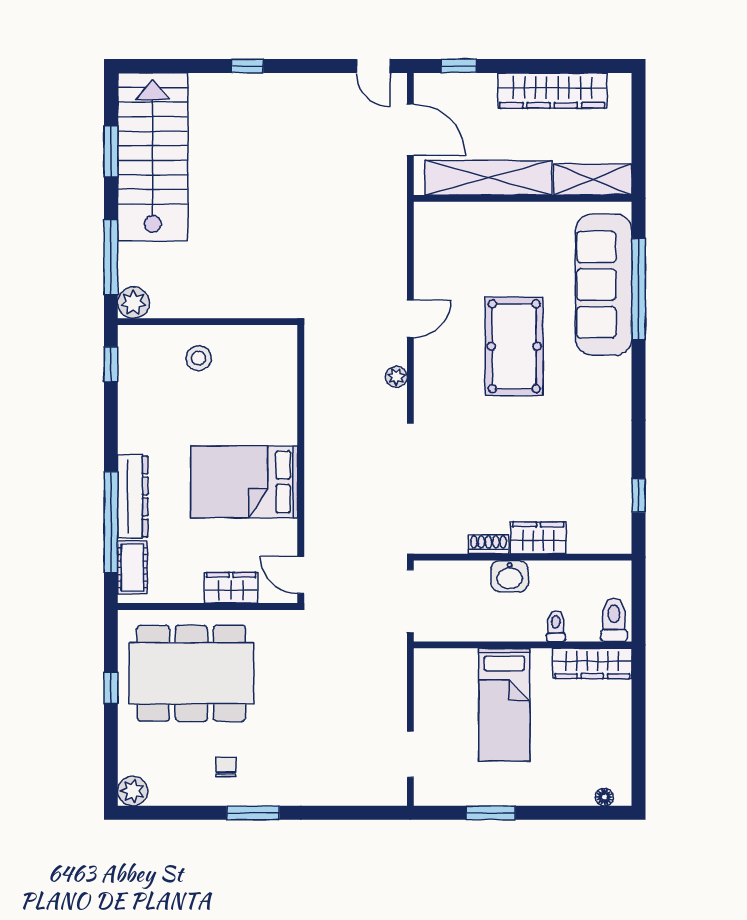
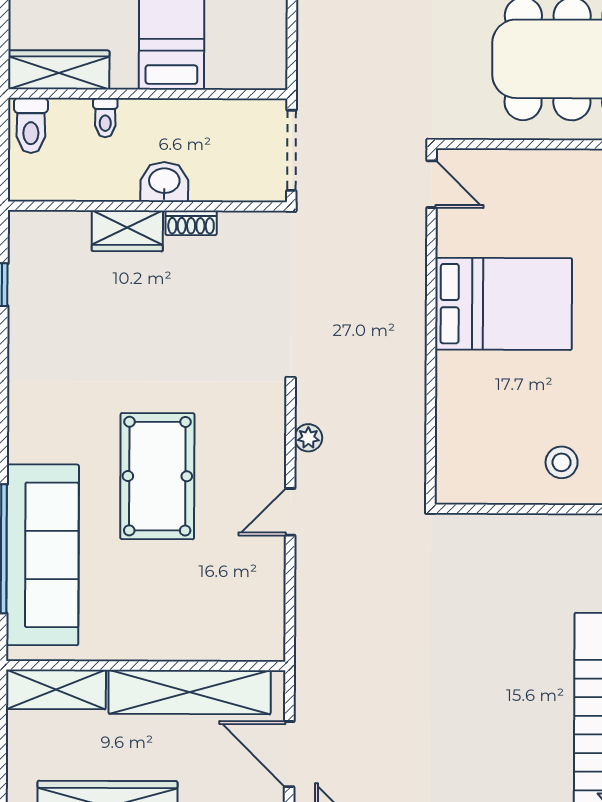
wardrobe: (231, 588) -> (521, 168), removed

